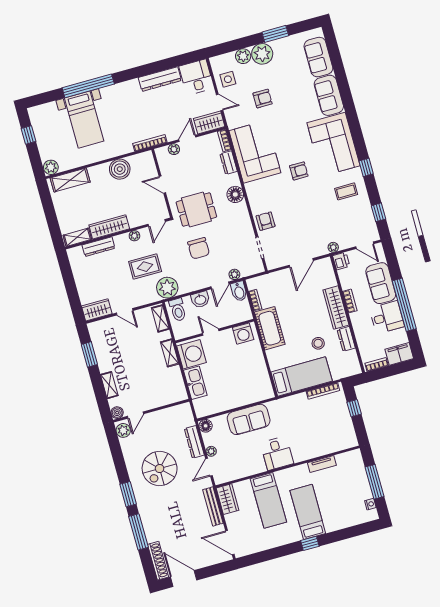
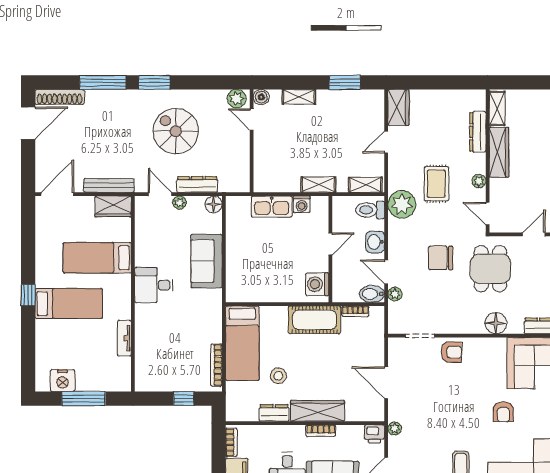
washing machine: (192, 354) -> (302, 204), width x0.53, depth x0.53
nightstand: (370, 504) -> (62, 381), width x1.89, depth x1.79

